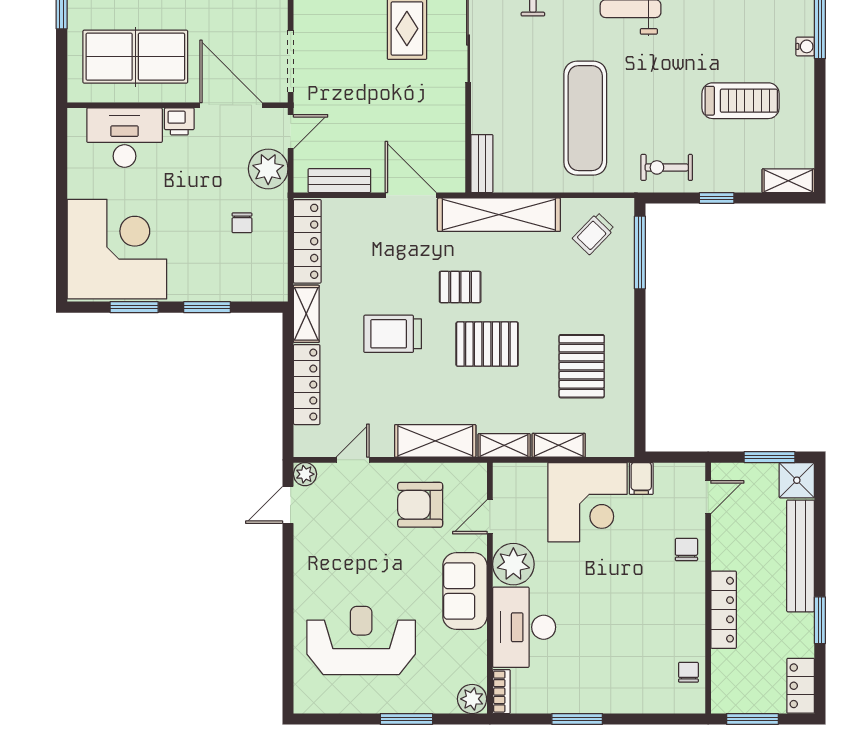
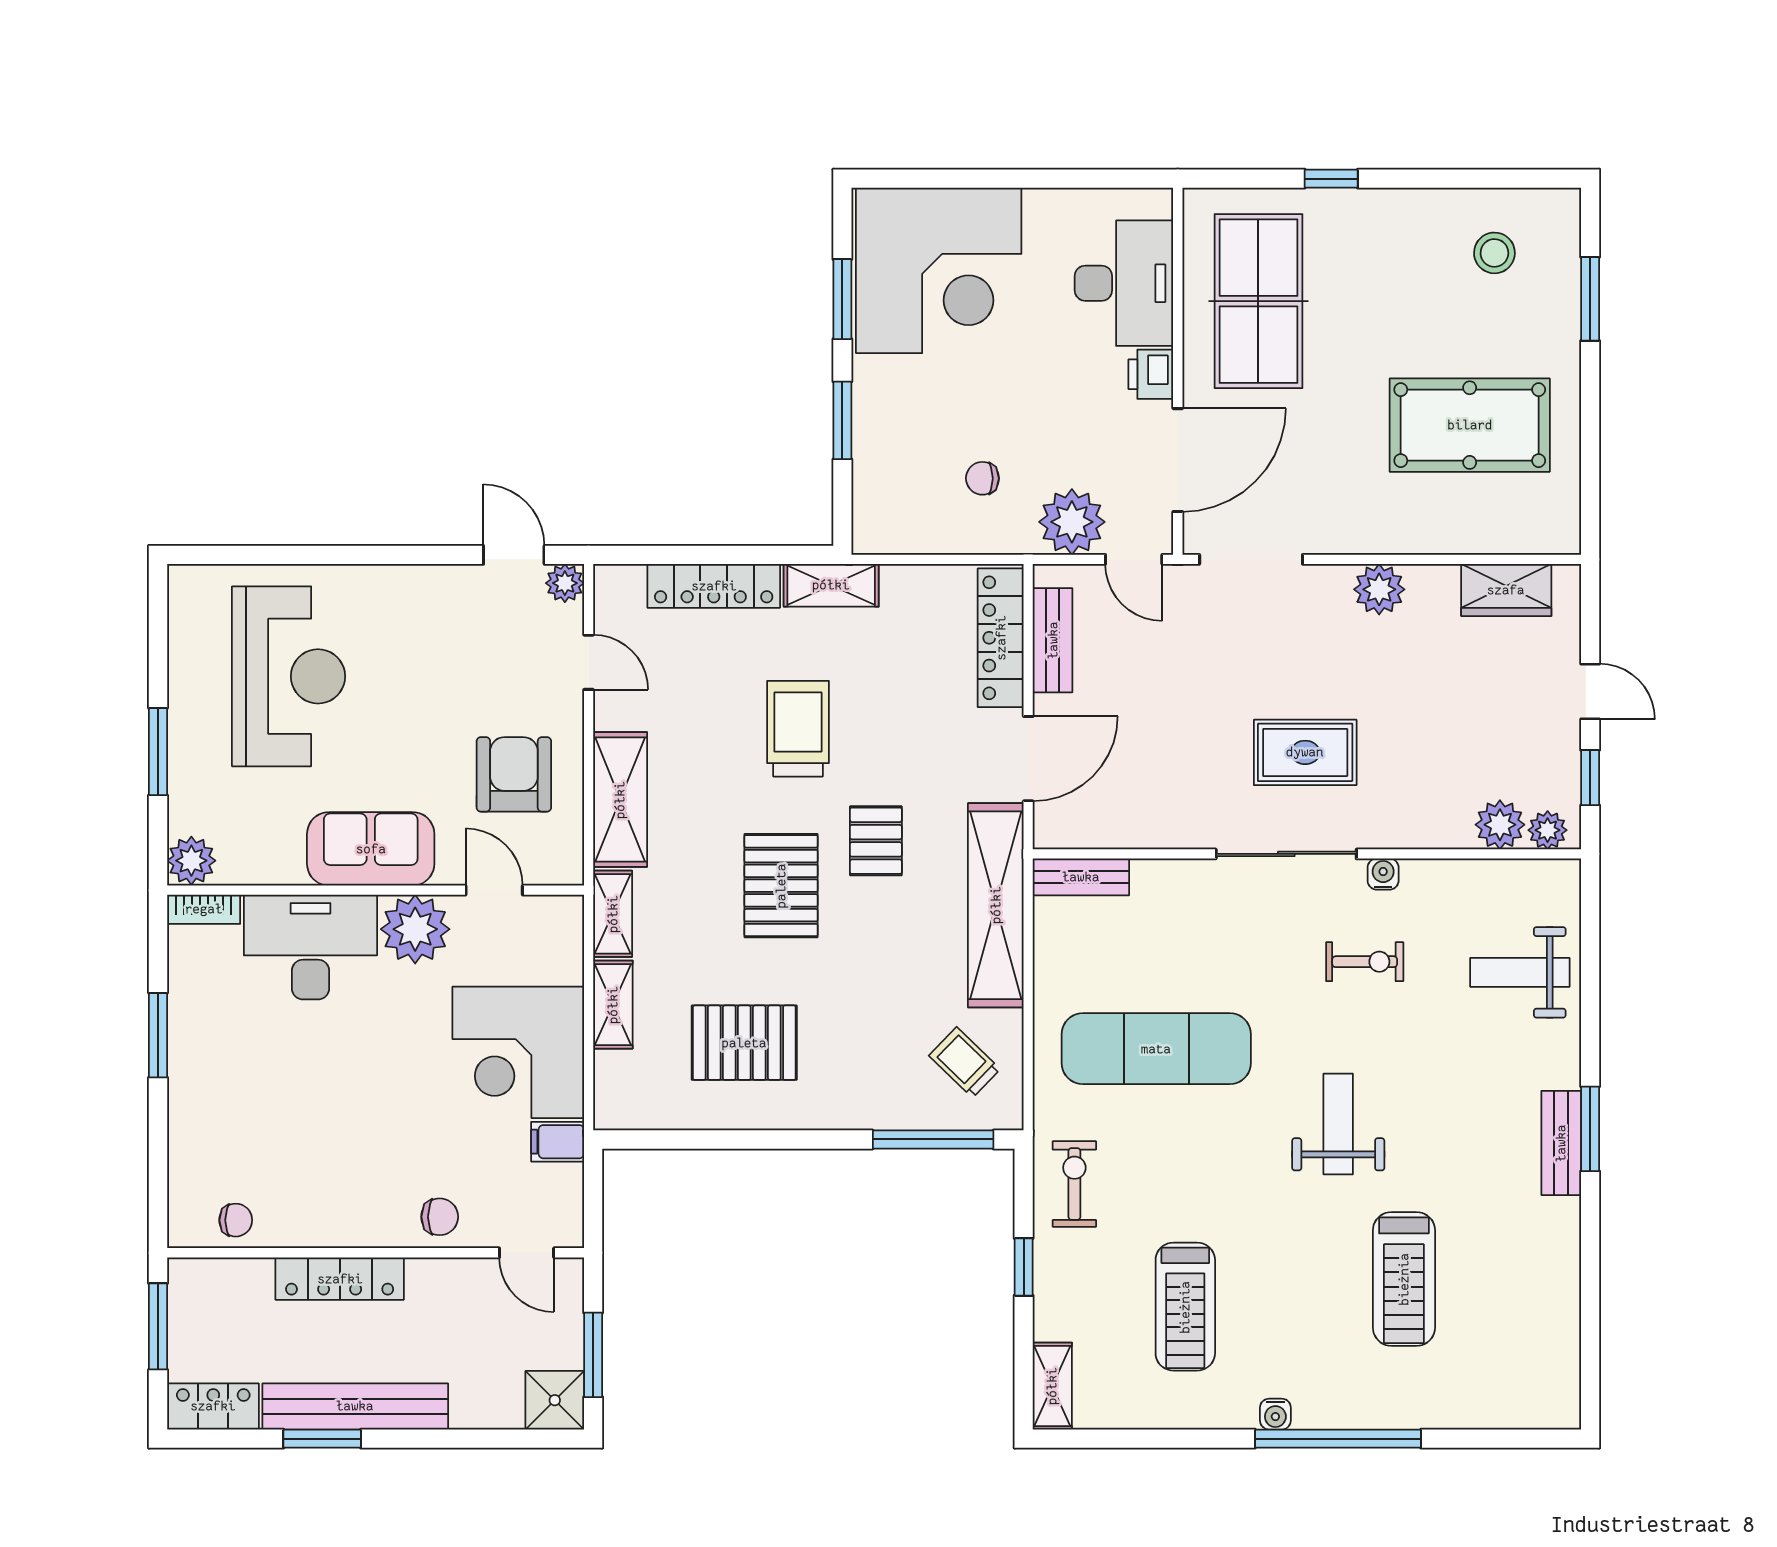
locker: (307, 241) -> (1001, 638), moved, turned 90
bench: (801, 556) -> (355, 1406), moved

